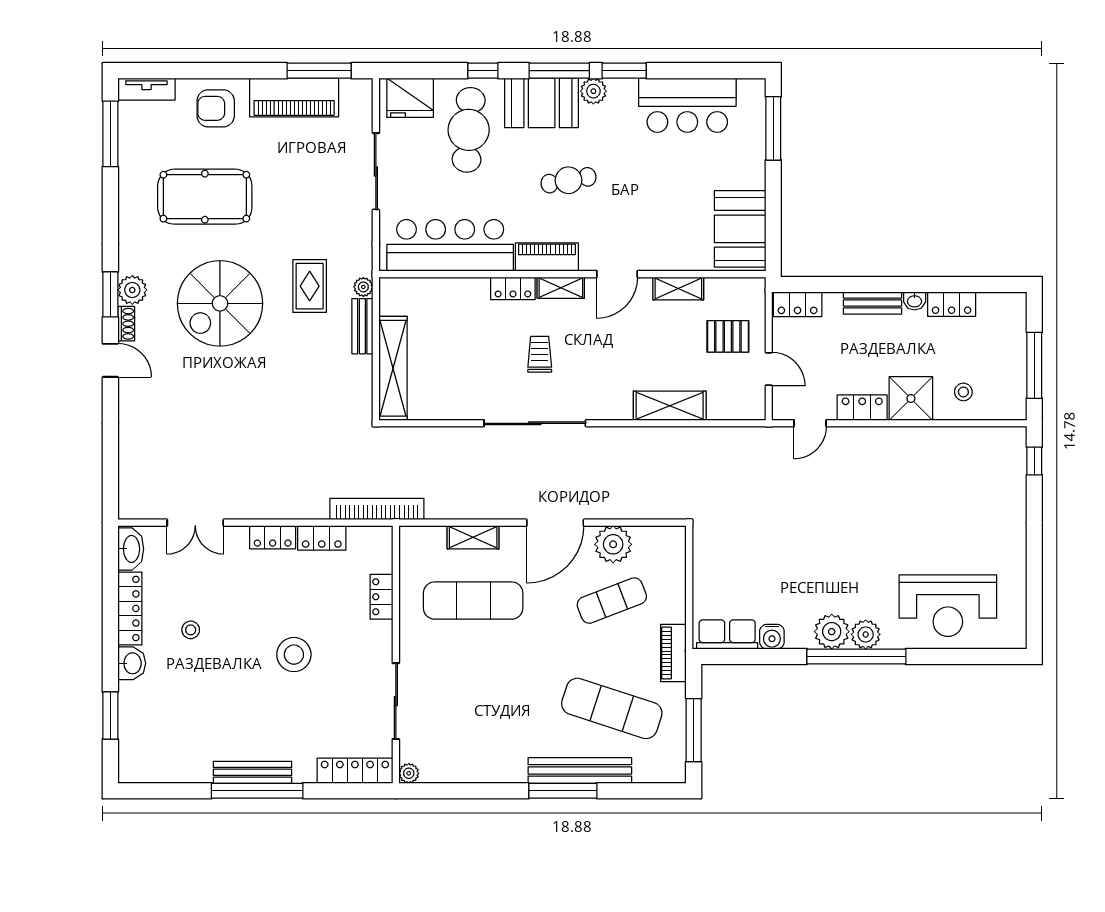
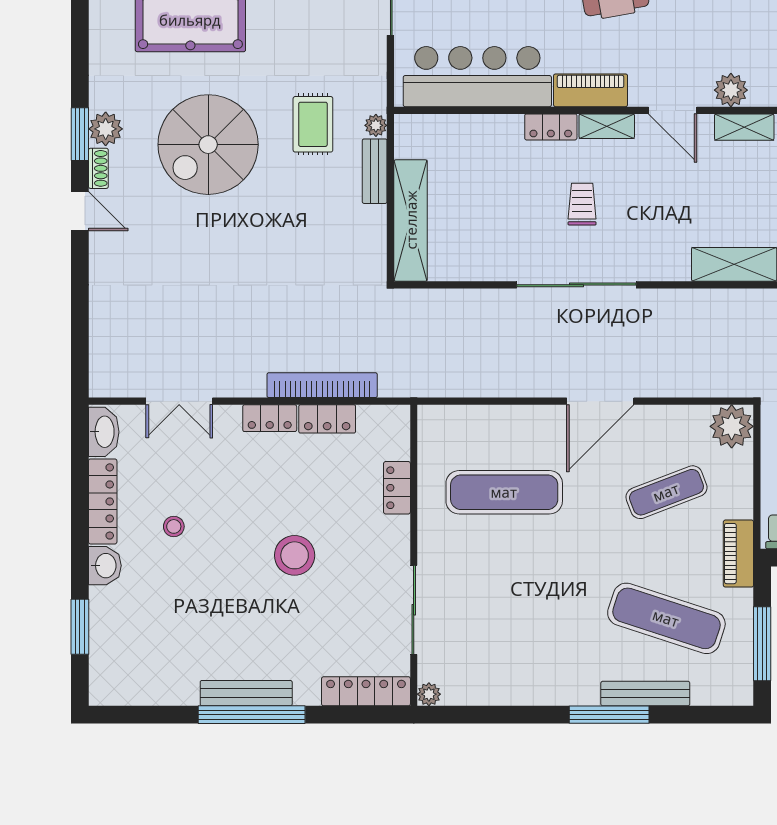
plant: (667, 257) -> (731, 90), added
door: (617, 274) -> (673, 110), hinge flipped
bookcase: (377, 509) -> (322, 385), moved
shelving: (473, 537) -> (504, 418), removed
plant: (613, 544) -> (732, 426), moved
bench: (580, 770) -> (645, 694), width x0.73, depth x0.82

